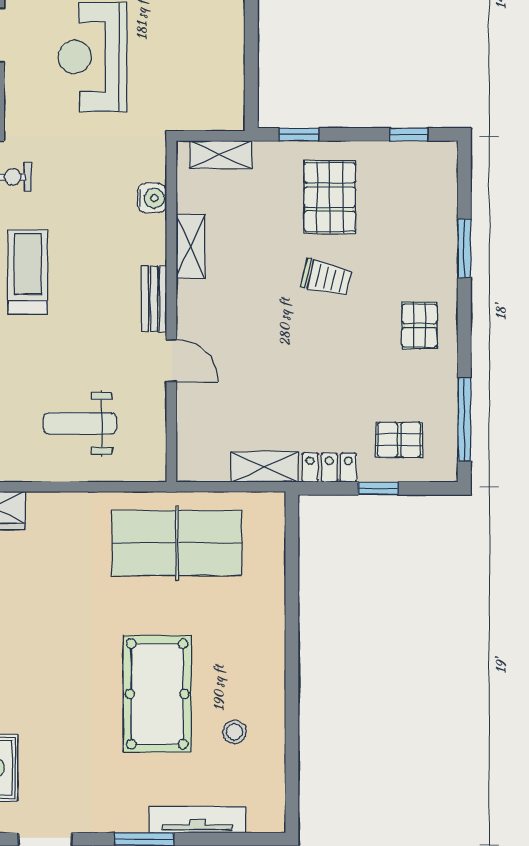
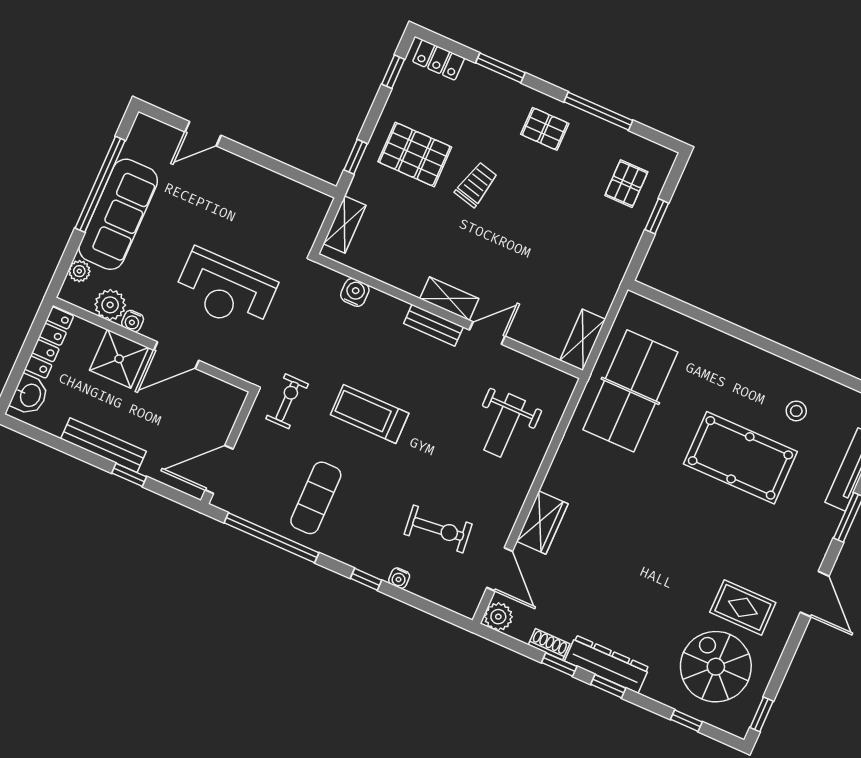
shelving: (190, 246) -> (449, 299), moved
window: (464, 419) -> (598, 111), moved
shelving: (265, 467) -> (583, 340), moved
locker: (329, 467) -> (439, 60), moved, turned -90

